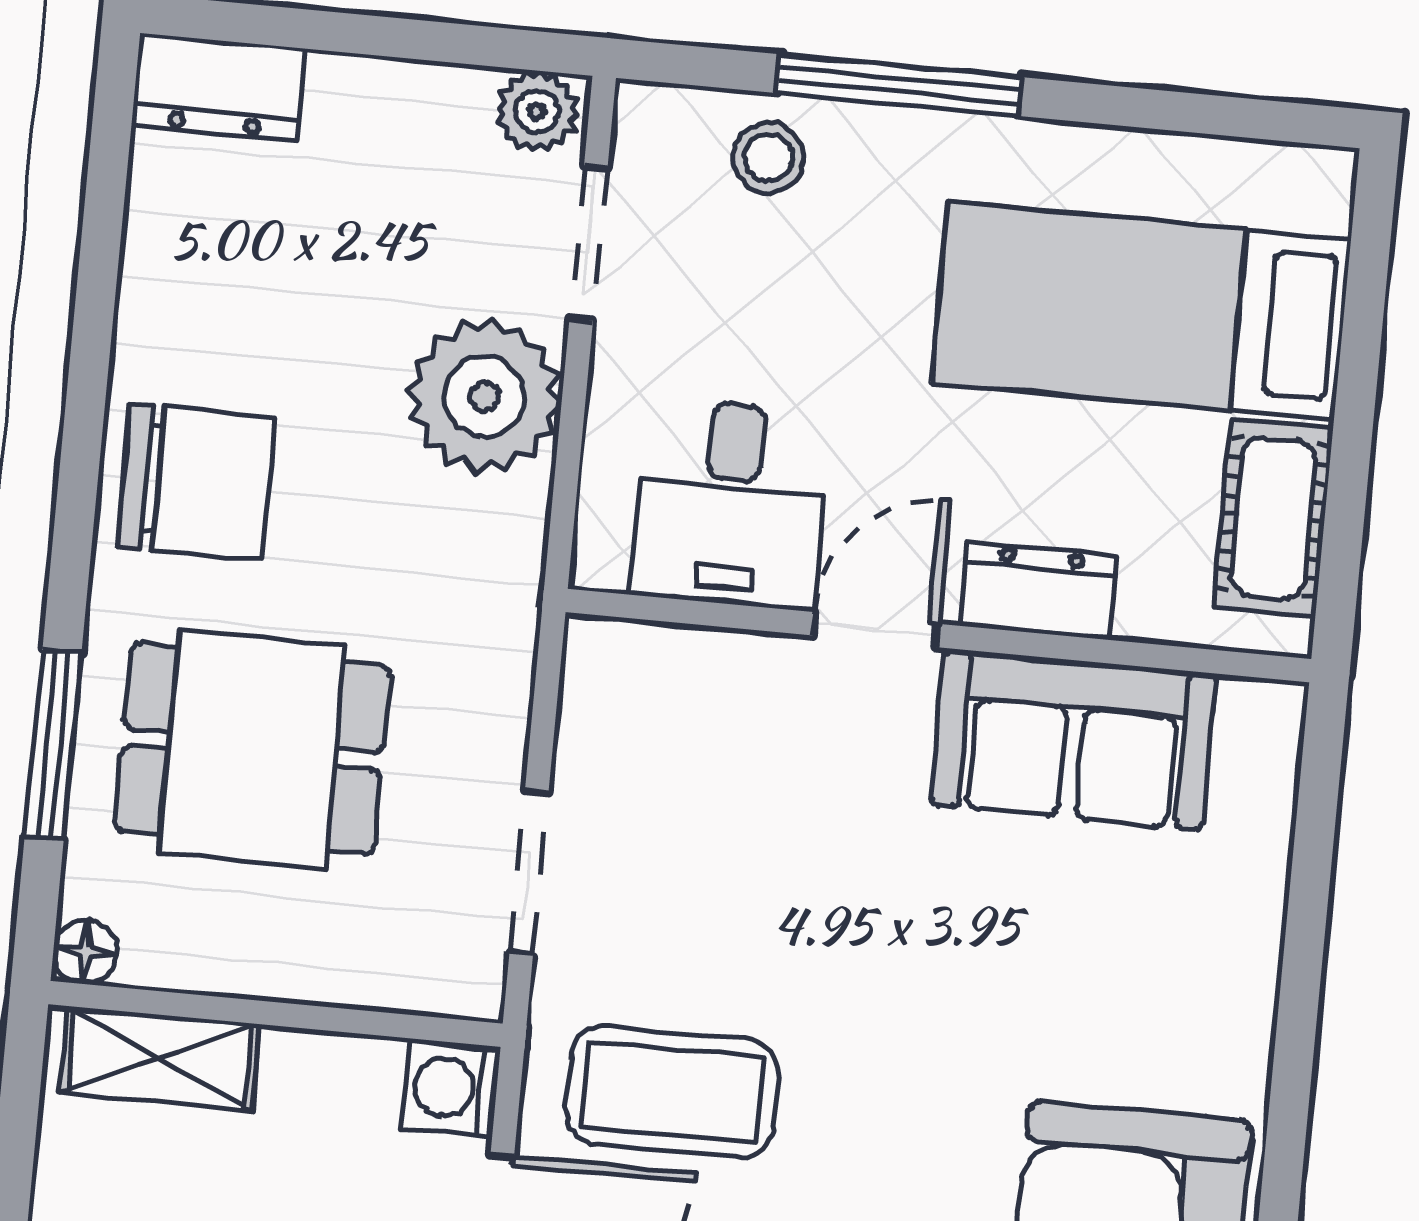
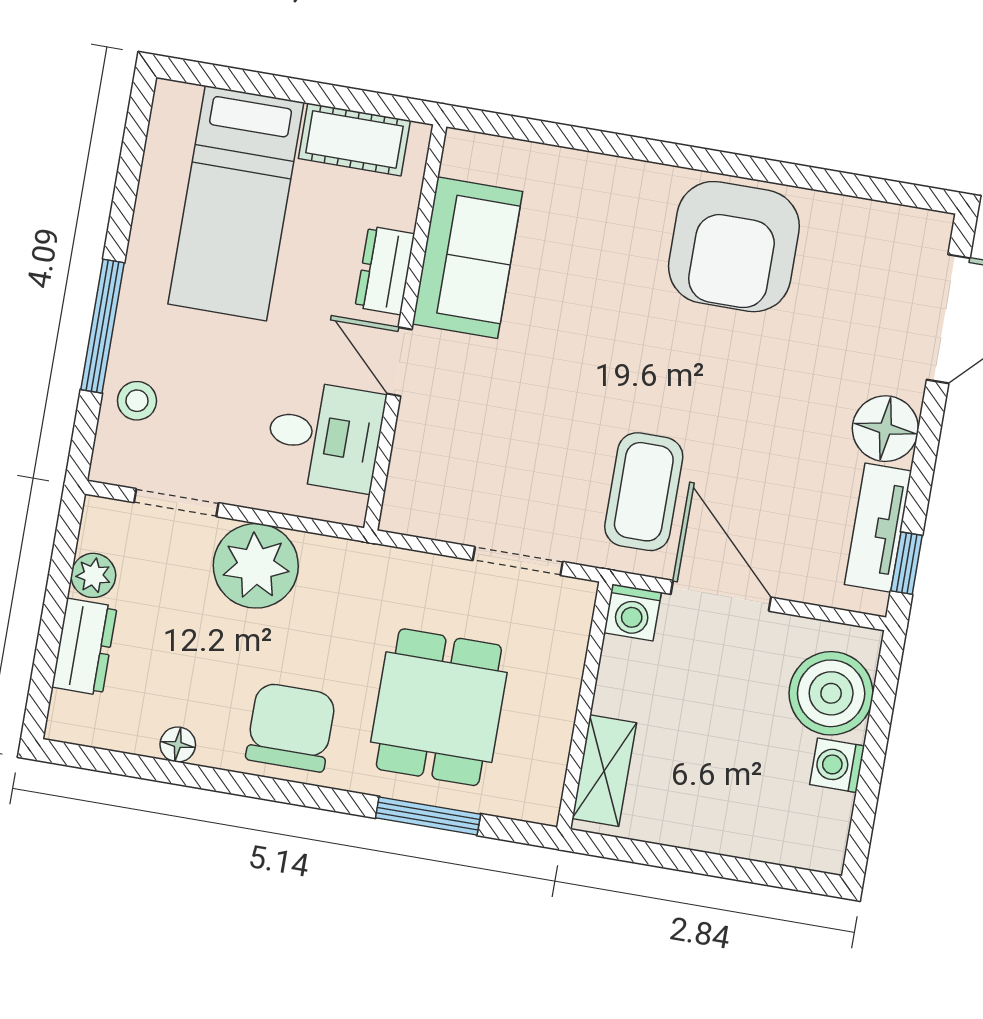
dresser: (218, 87) -> (84, 647), moved
plant: (537, 111) -> (93, 575), moved
floor lamp: (85, 952) -> (178, 745), moved

